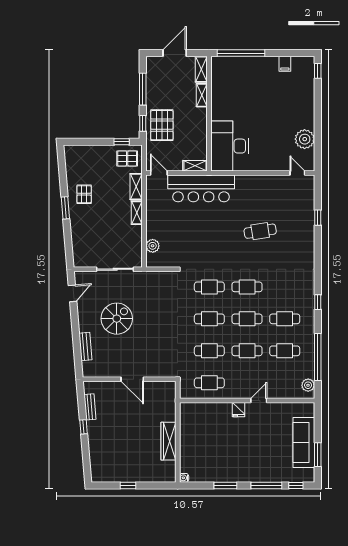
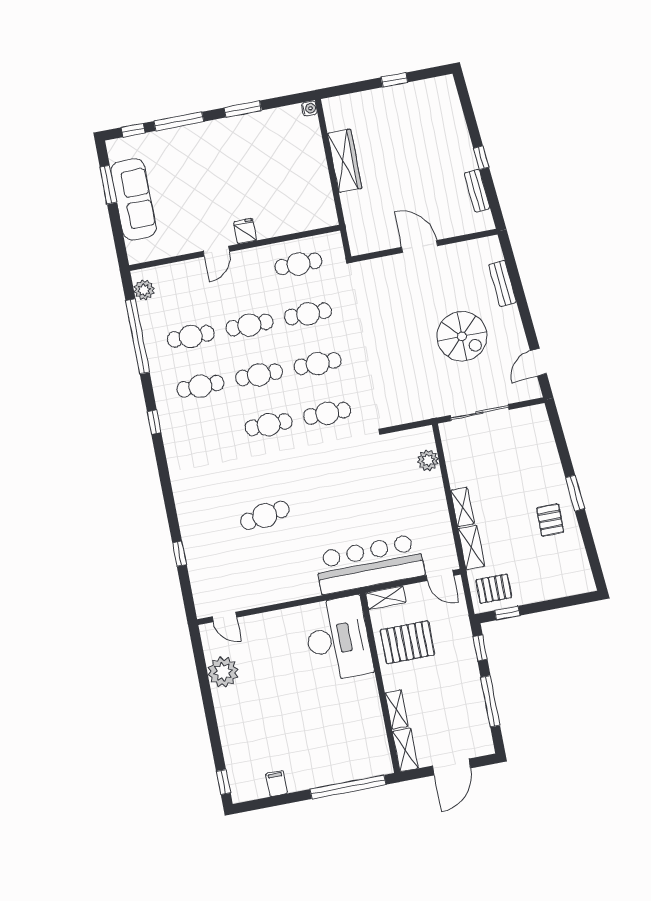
pallet: (162, 125) -> (407, 642), moved, turned 90
spiral stairs: (117, 319) -> (462, 336), turned -90

